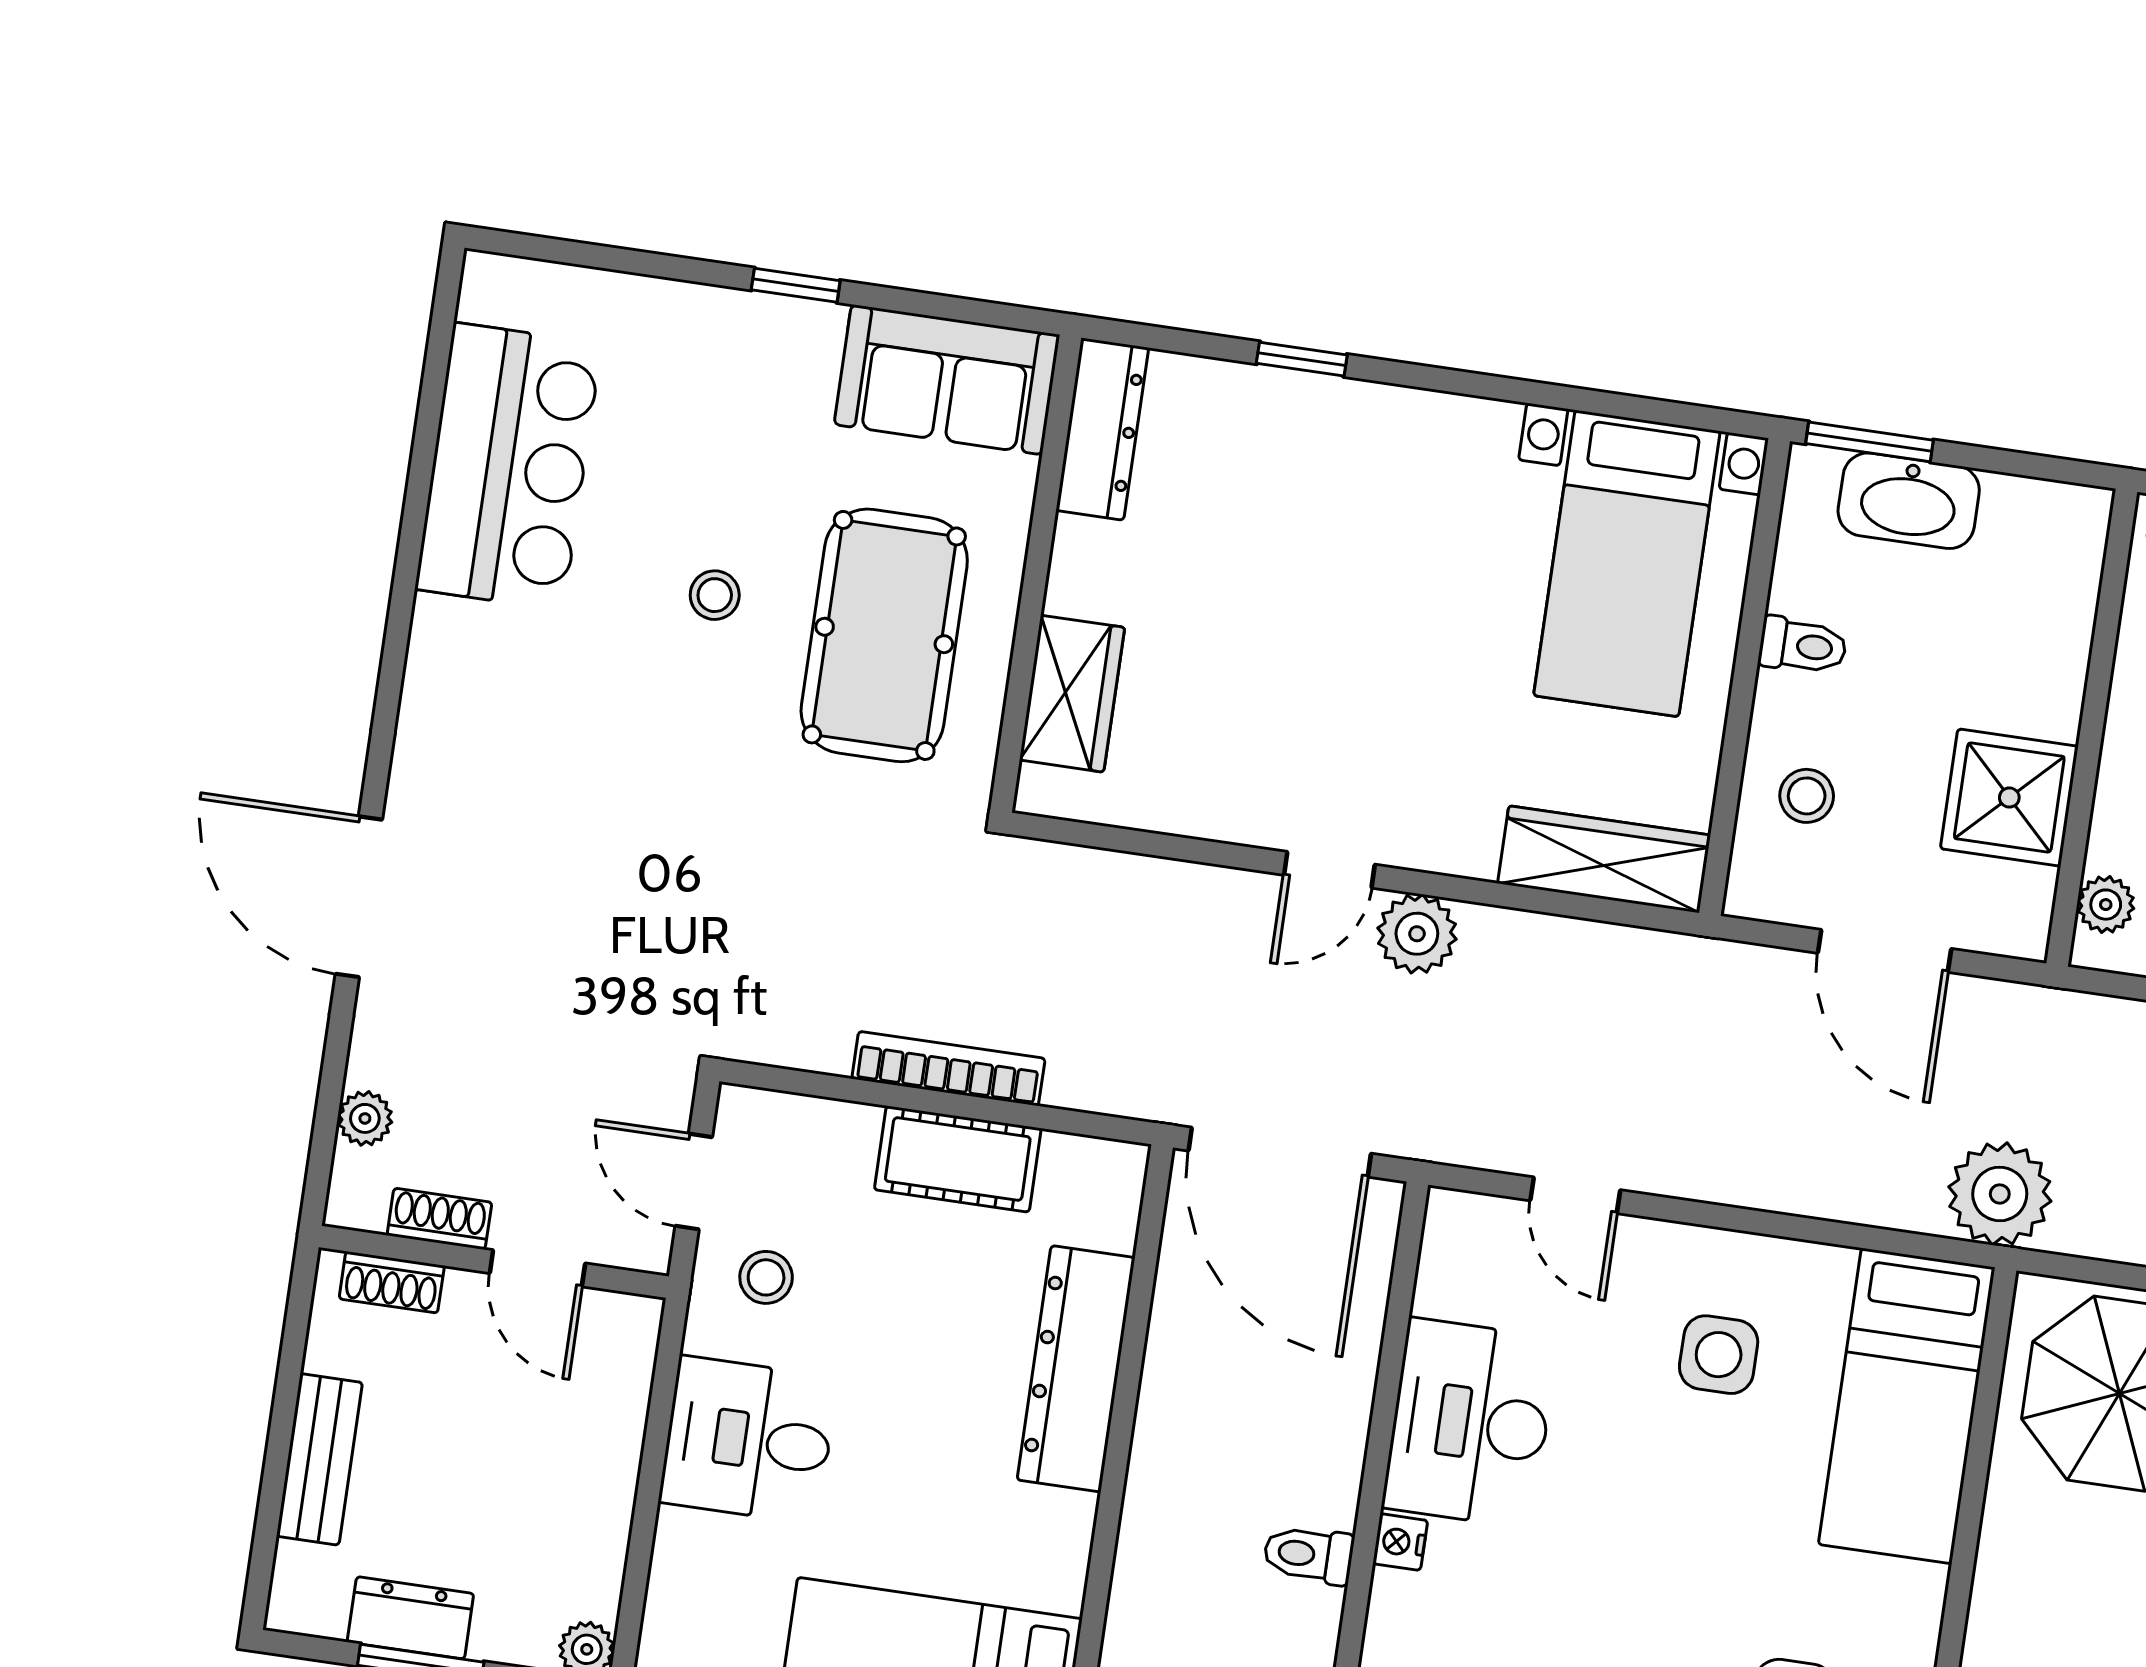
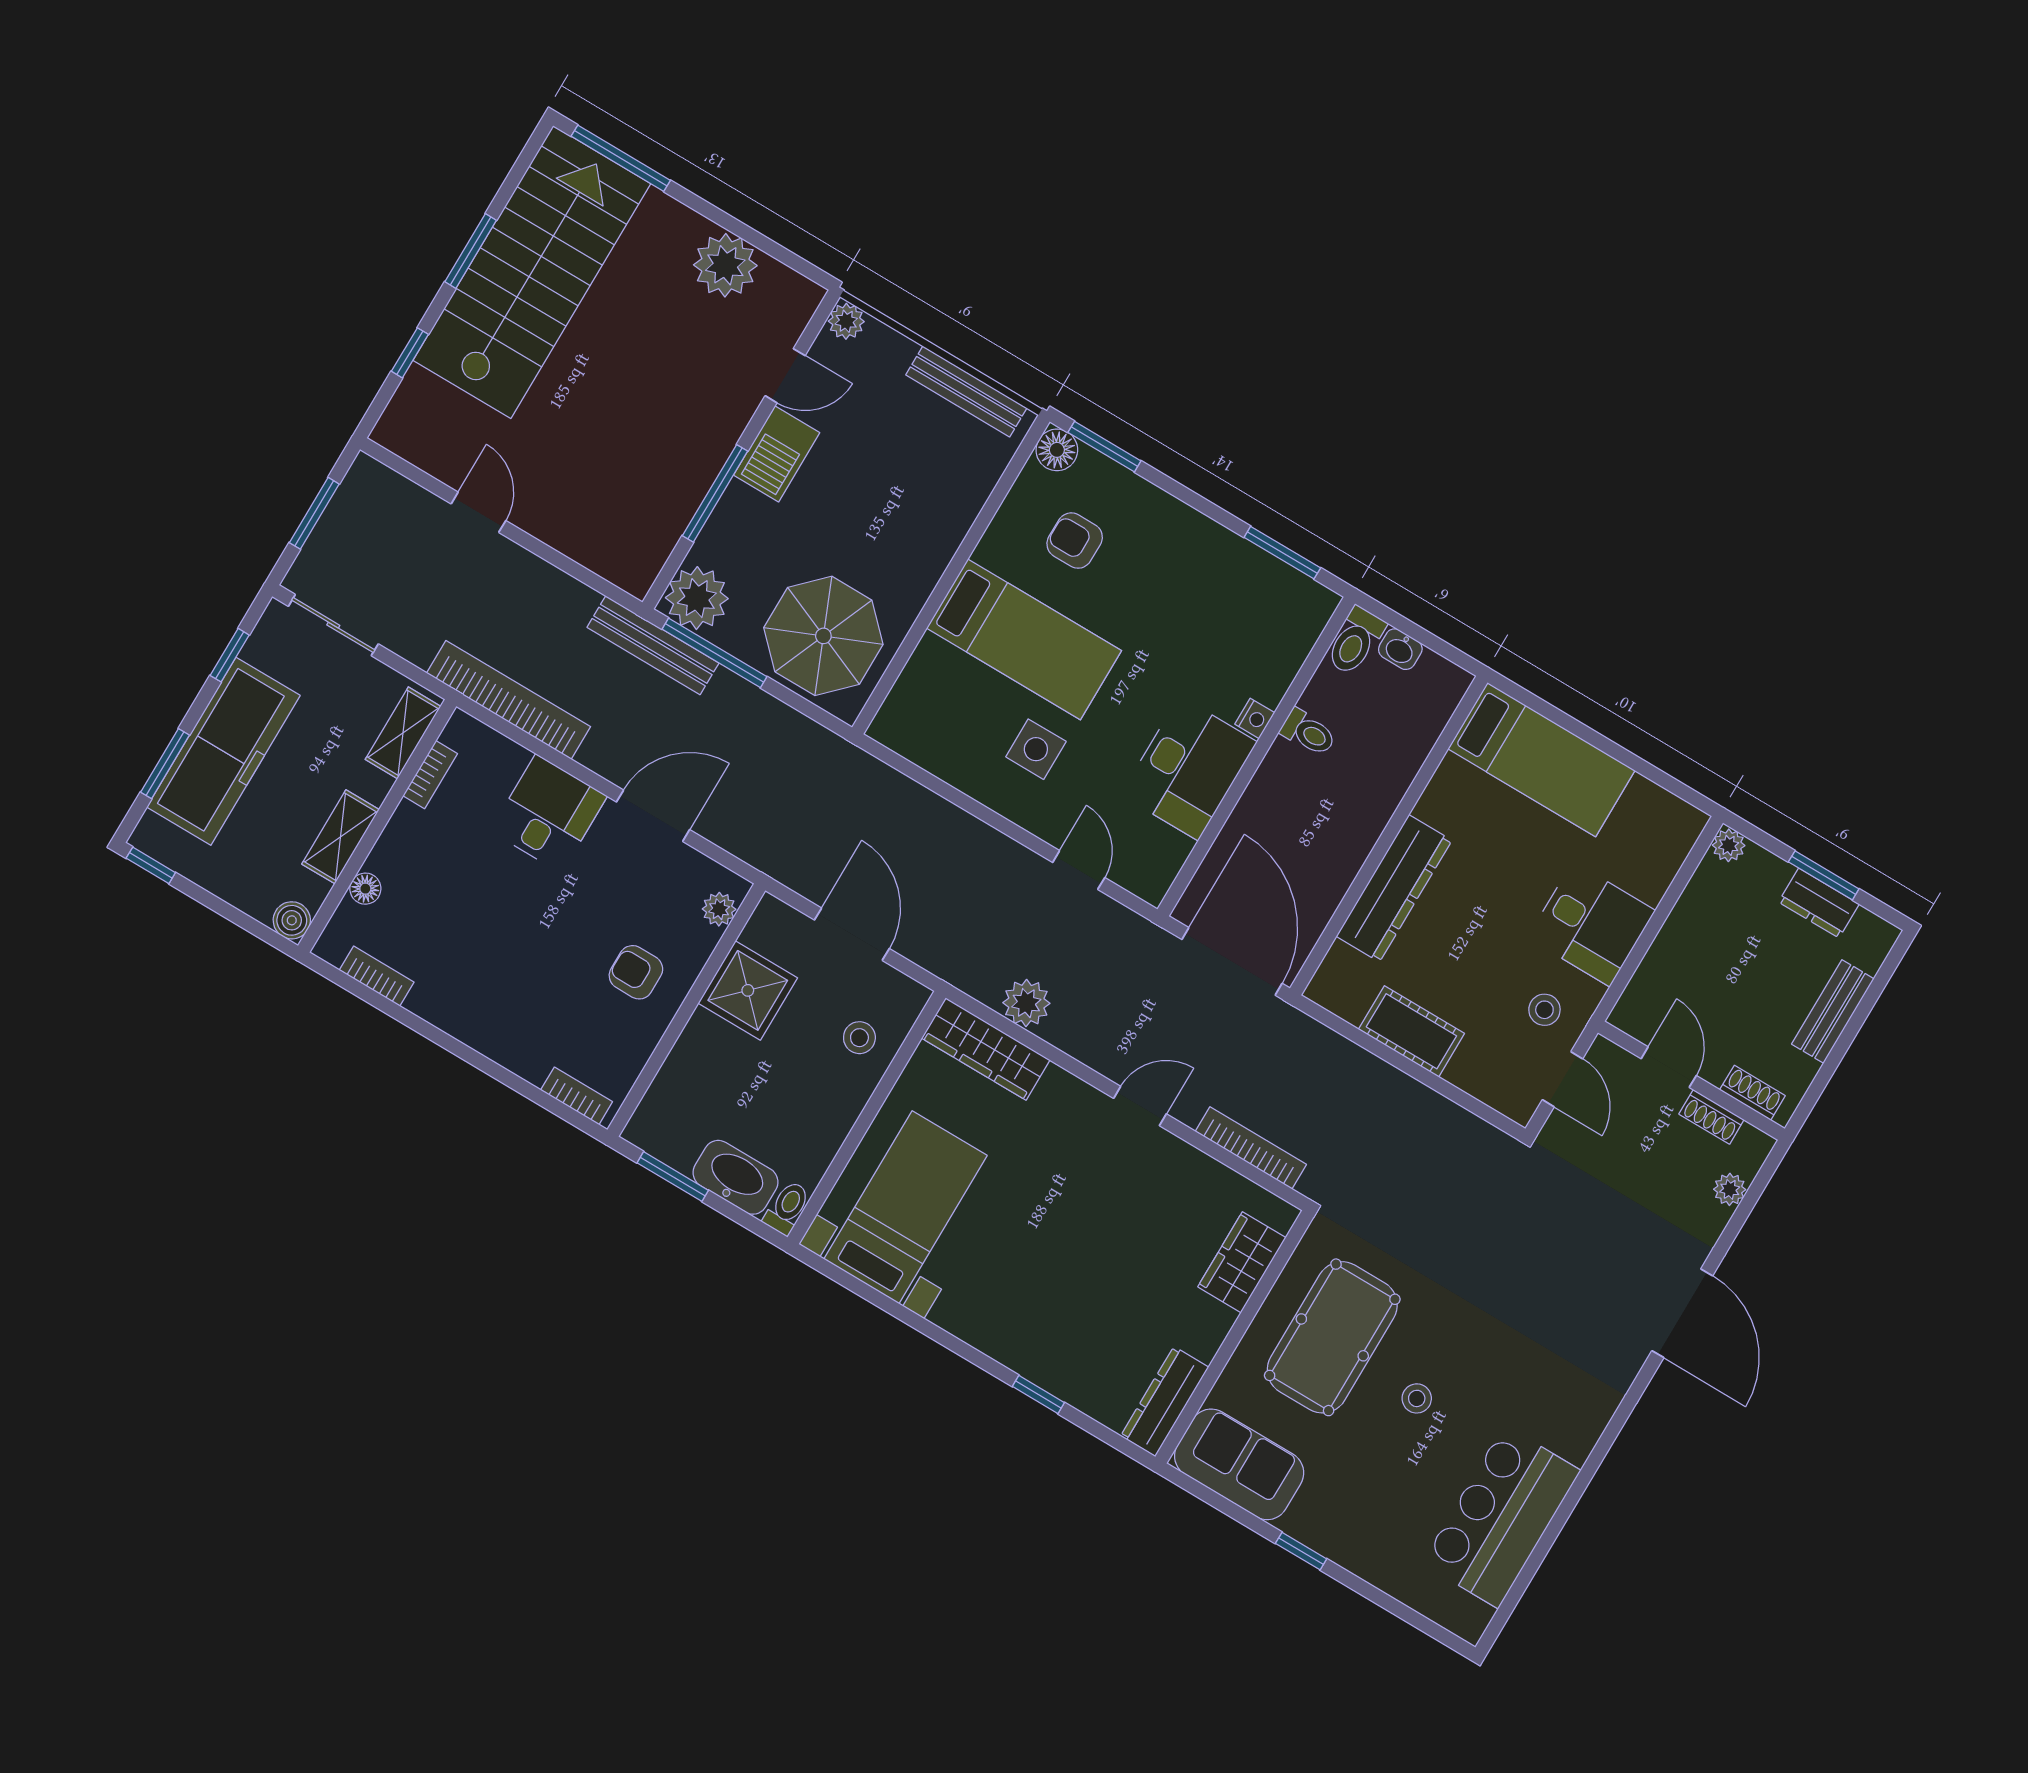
window: (1869, 442) -> (673, 1177), moved
toilet: (1803, 646) -> (787, 1208), moved, turned 90
plant: (1417, 934) -> (1026, 1003), moved
bookcase: (948, 1069) -> (1251, 1148), moved, turned 180
plant: (2000, 1194) -> (844, 774), removed
bed: (1907, 1406) -> (1024, 639), moved, turned 90

